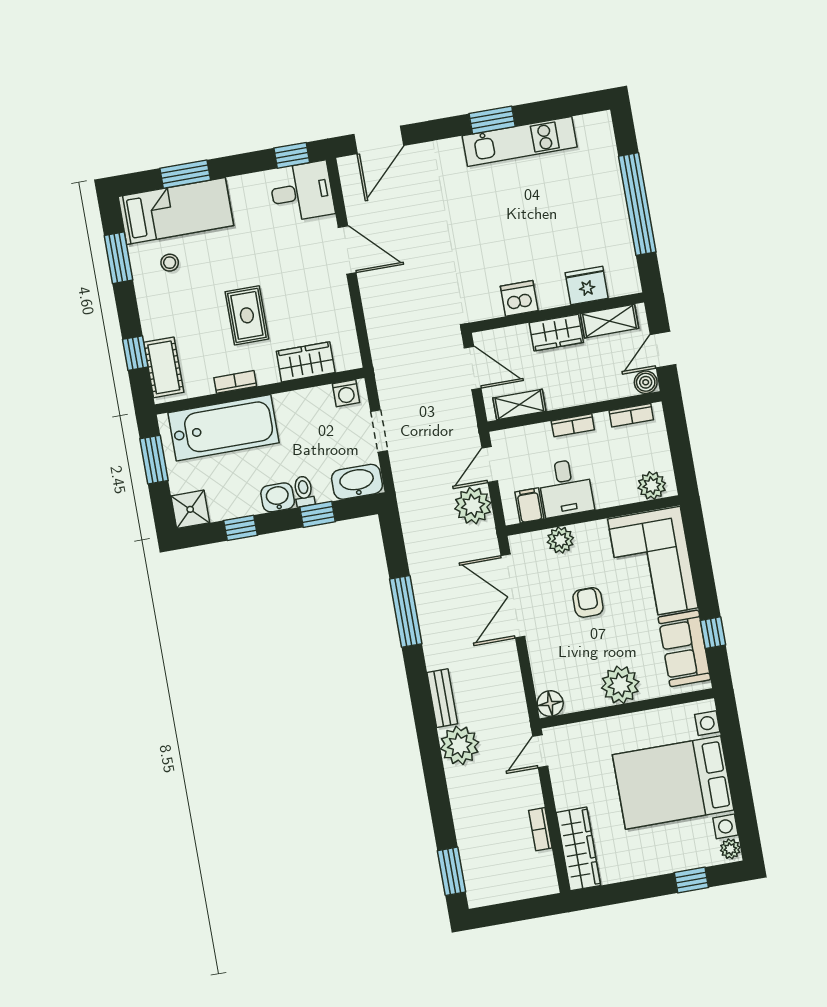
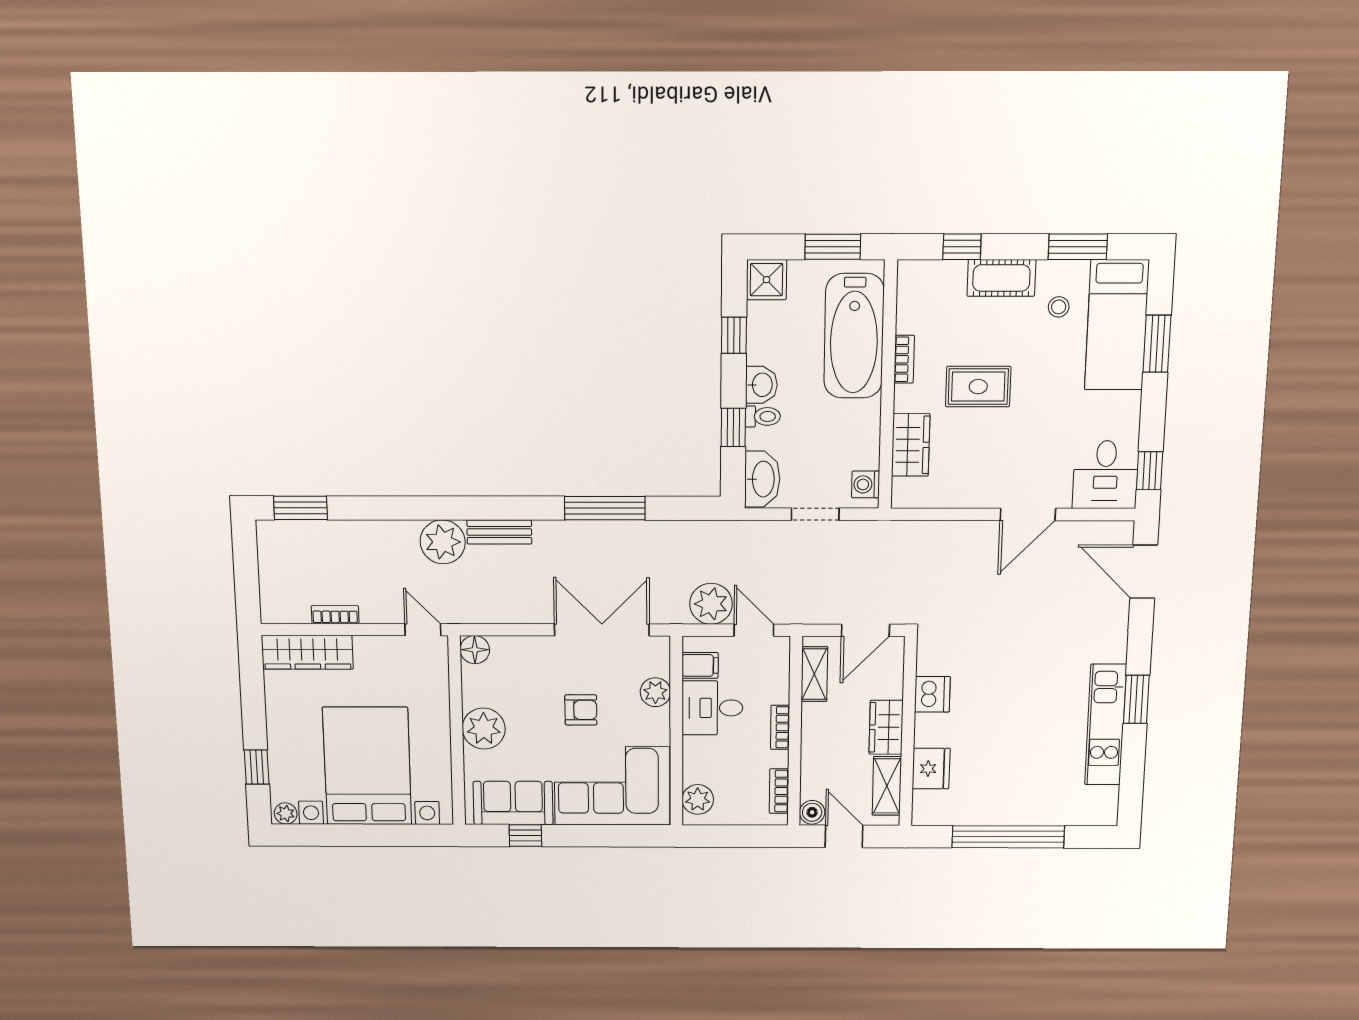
cot: (164, 367) -> (1001, 278), moved

